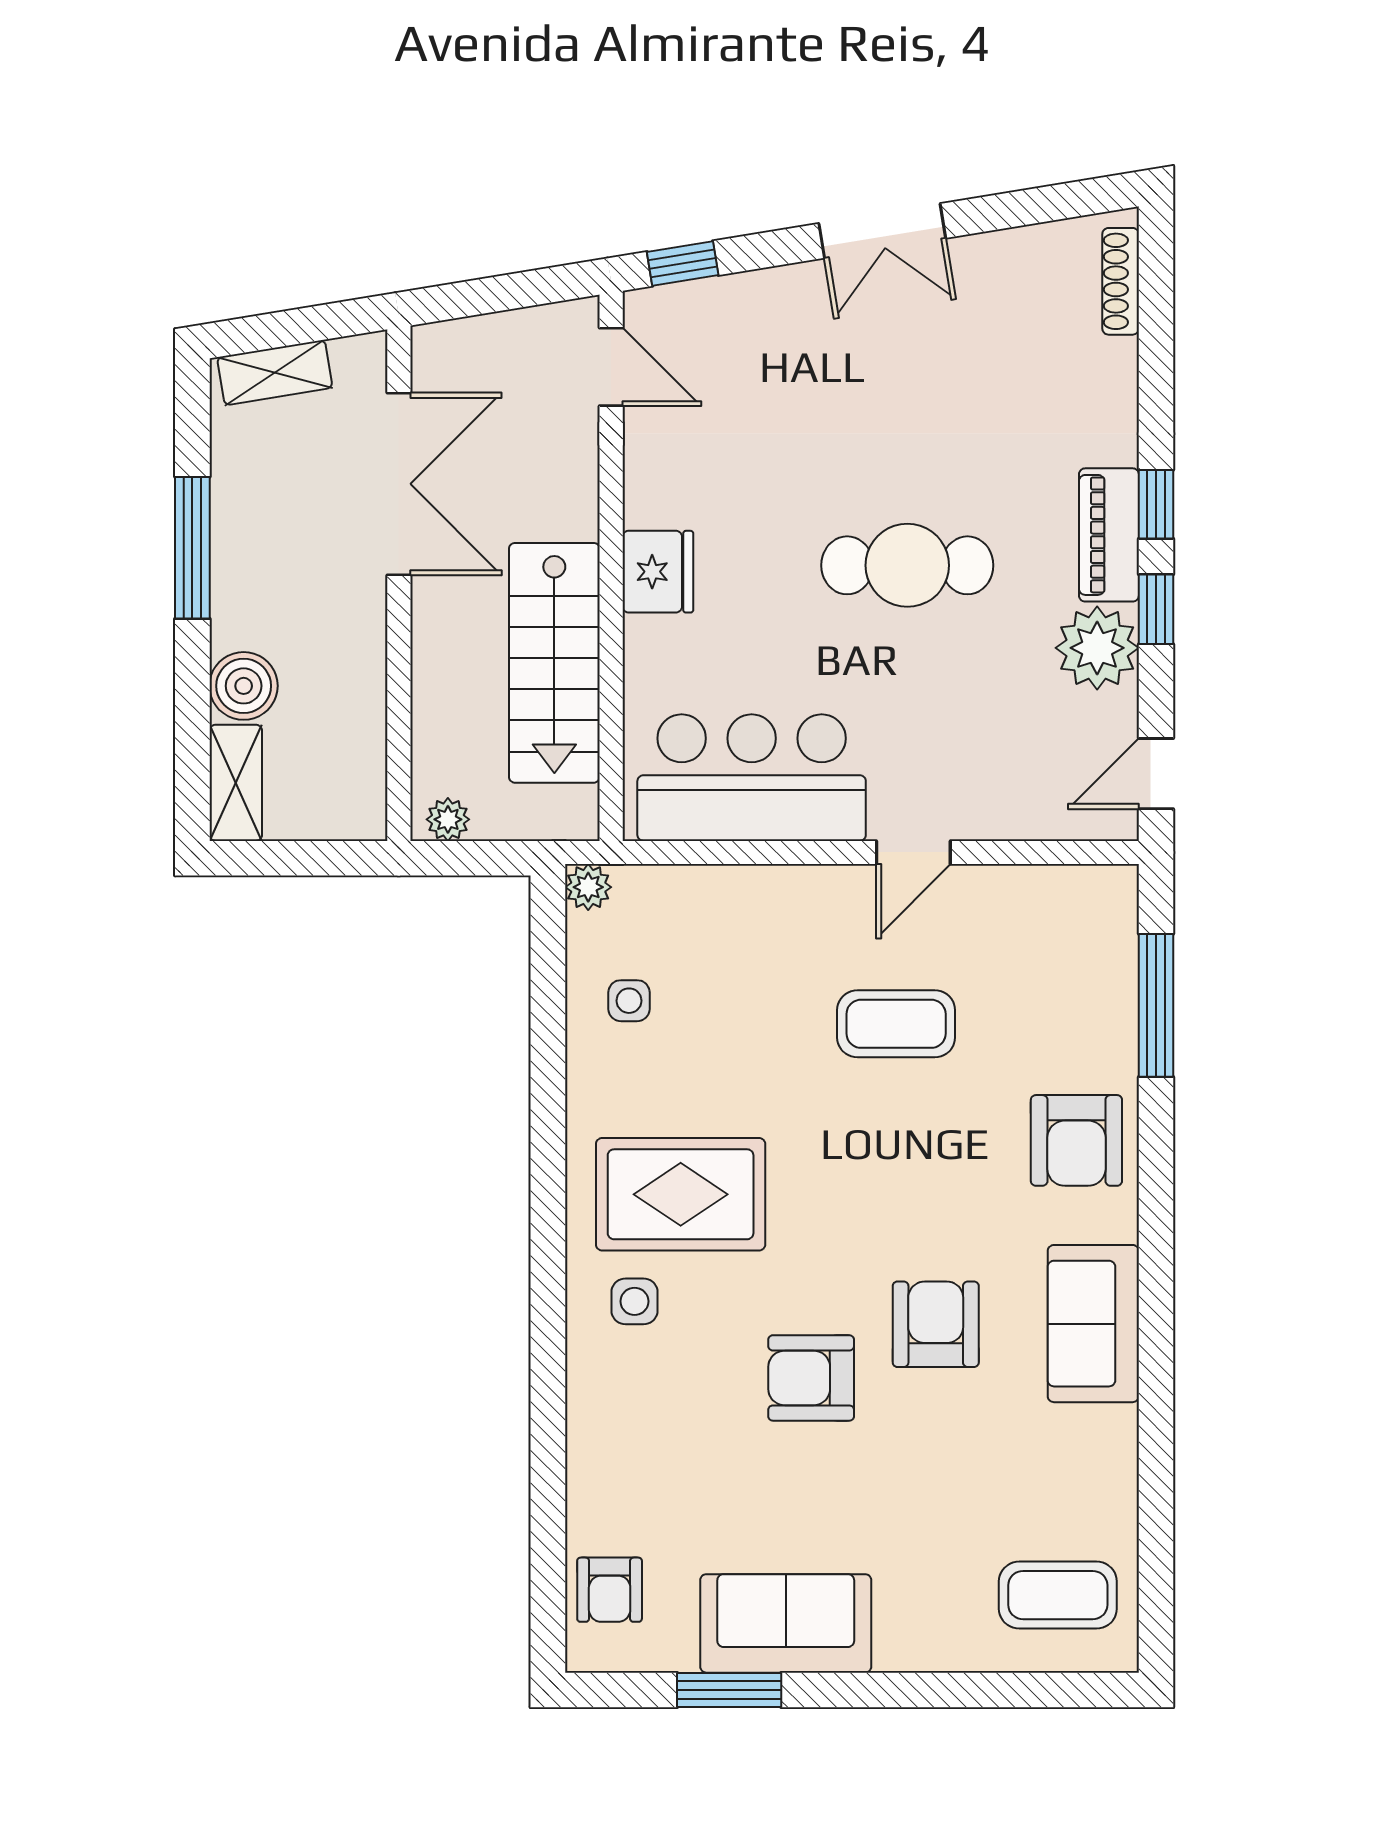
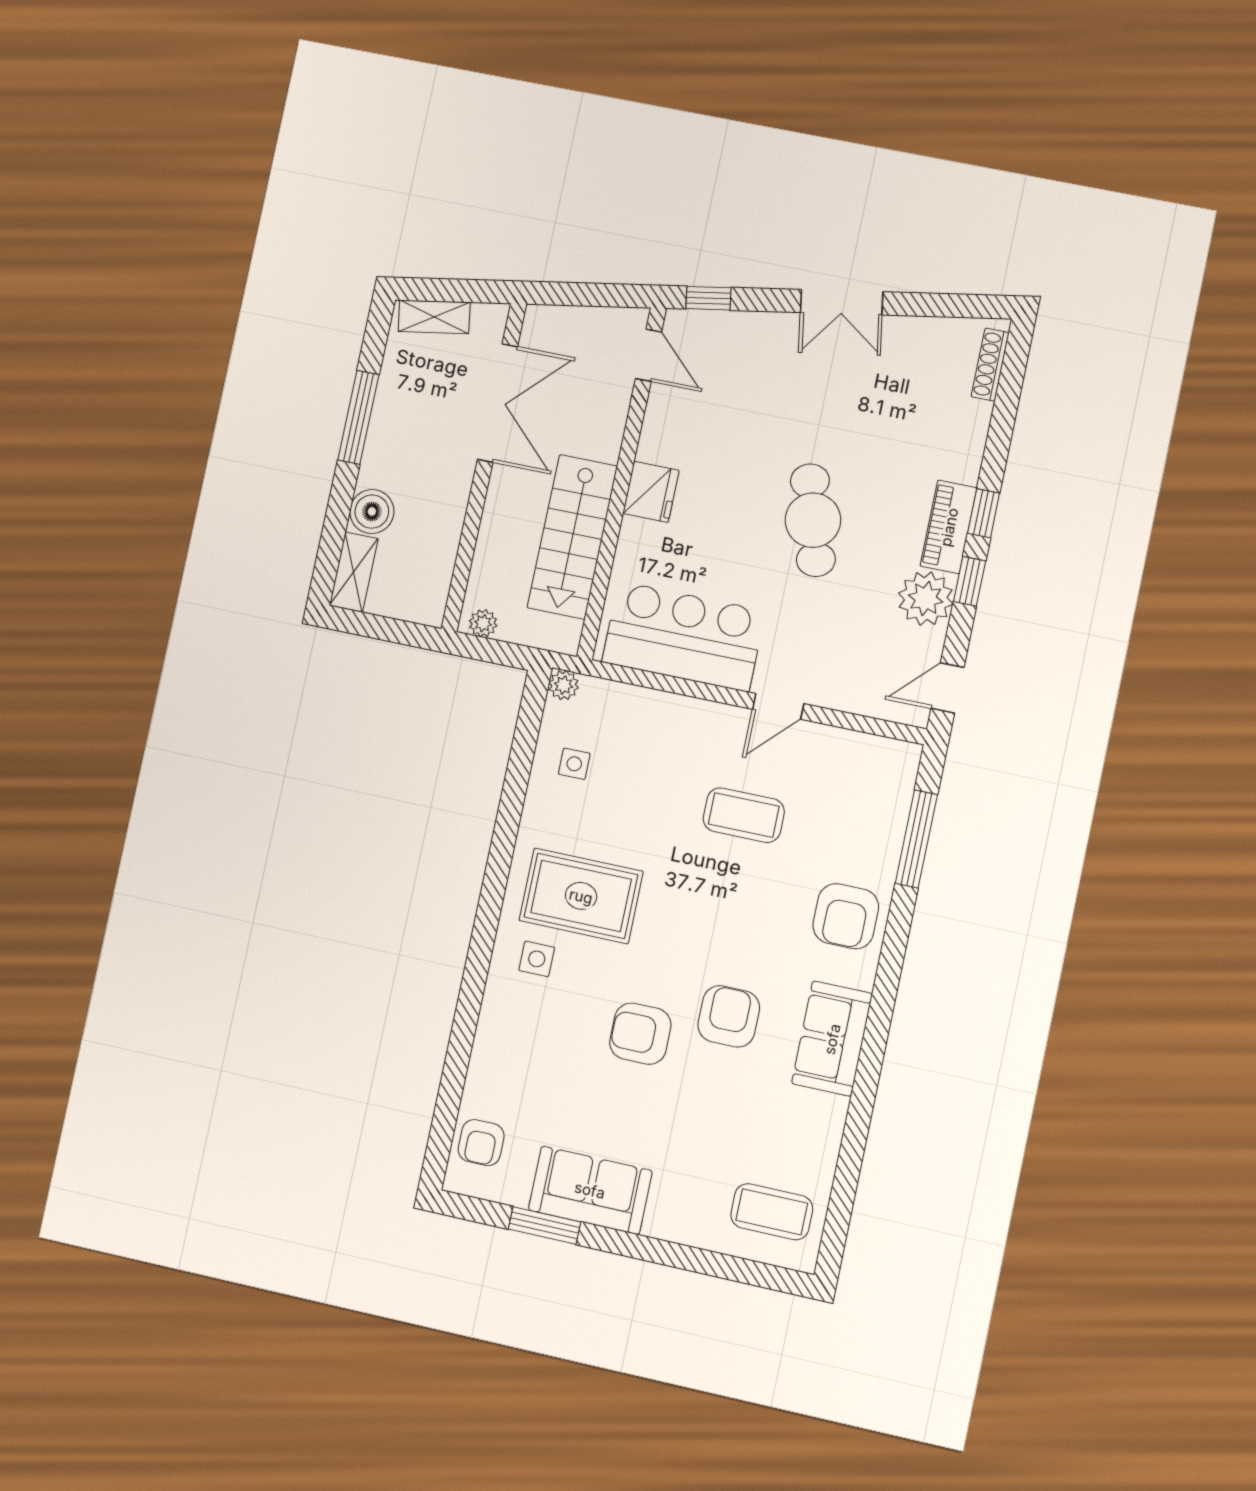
cafe table: (907, 565) -> (813, 520), turned 74

